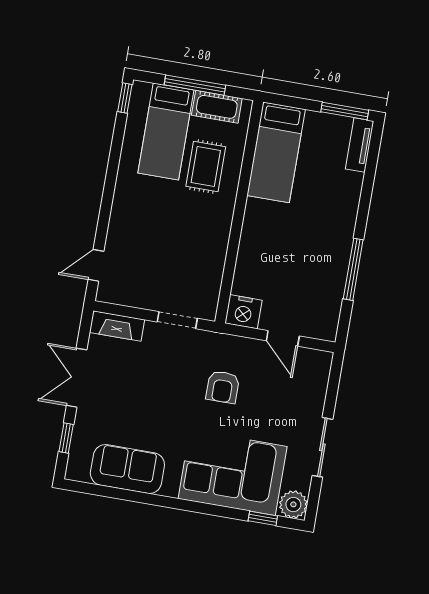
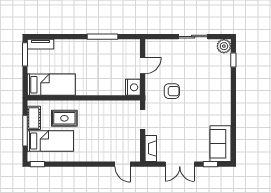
sofa: (127, 469) -> (221, 144), moved
corner sofa: (233, 473) -> (213, 79), removed

